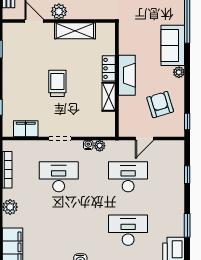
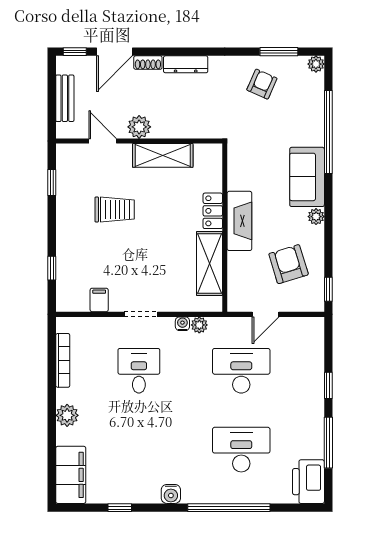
trolley: (57, 83) -> (115, 209), moved, turned 90
shelving: (109, 97) -> (209, 263), width x1.50, depth x1.33
filing cabinet: (26, 129) -> (99, 300), width x0.50
window: (187, 175) -> (328, 385), moved
desk: (59, 177) -> (139, 371), width x0.73
window: (187, 225) -> (328, 443), width x1.44

